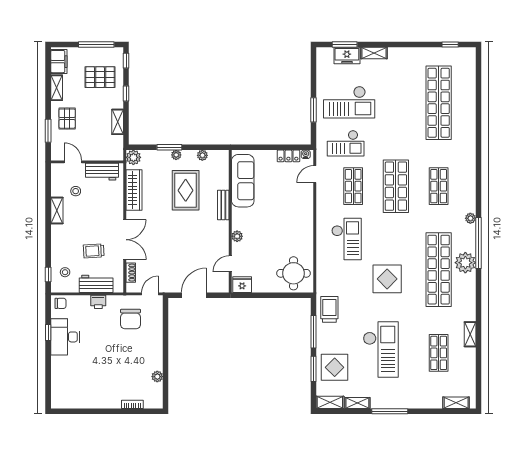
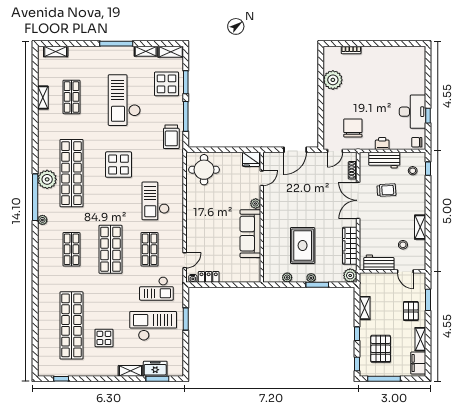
pallet: (100, 77) -> (381, 349), turned 90
display table: (403, 89) -> (104, 338), added
checkout: (346, 143) -> (156, 289), turned 180
sofa: (243, 181) -> (250, 234), moved
bench: (223, 205) -> (268, 232), removed
shelving: (470, 334) -> (43, 98), moved
plant: (157, 377) -> (333, 80), width x1.88, depth x1.88

